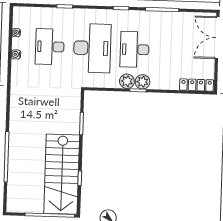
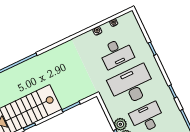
desk: (50, 47) -> (116, 53), turned 180
desk: (92, 48) -> (132, 85), turned 180

